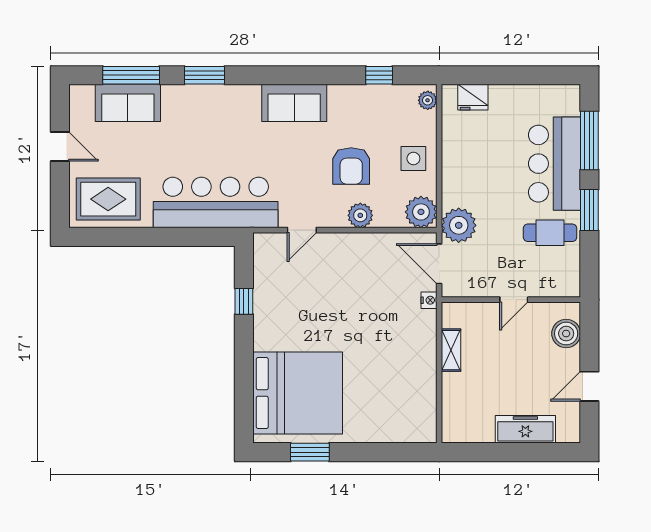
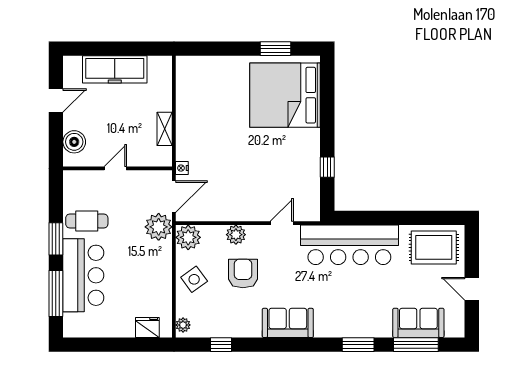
side table: (413, 158) -> (194, 279), turned -36
door: (439, 264) -> (174, 197), hinge flipped
freezer: (525, 429) -> (115, 69), width x1.36, depth x1.26

